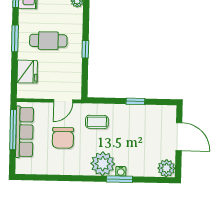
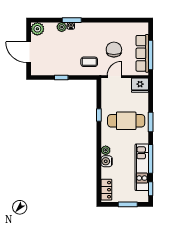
cafe table: (48, 41) -> (126, 121), width x1.37, depth x1.35
fridge: (27, 72) -> (140, 85), moved, turned -90
plant: (103, 164) -> (62, 27), moved, width x0.53, depth x0.53

